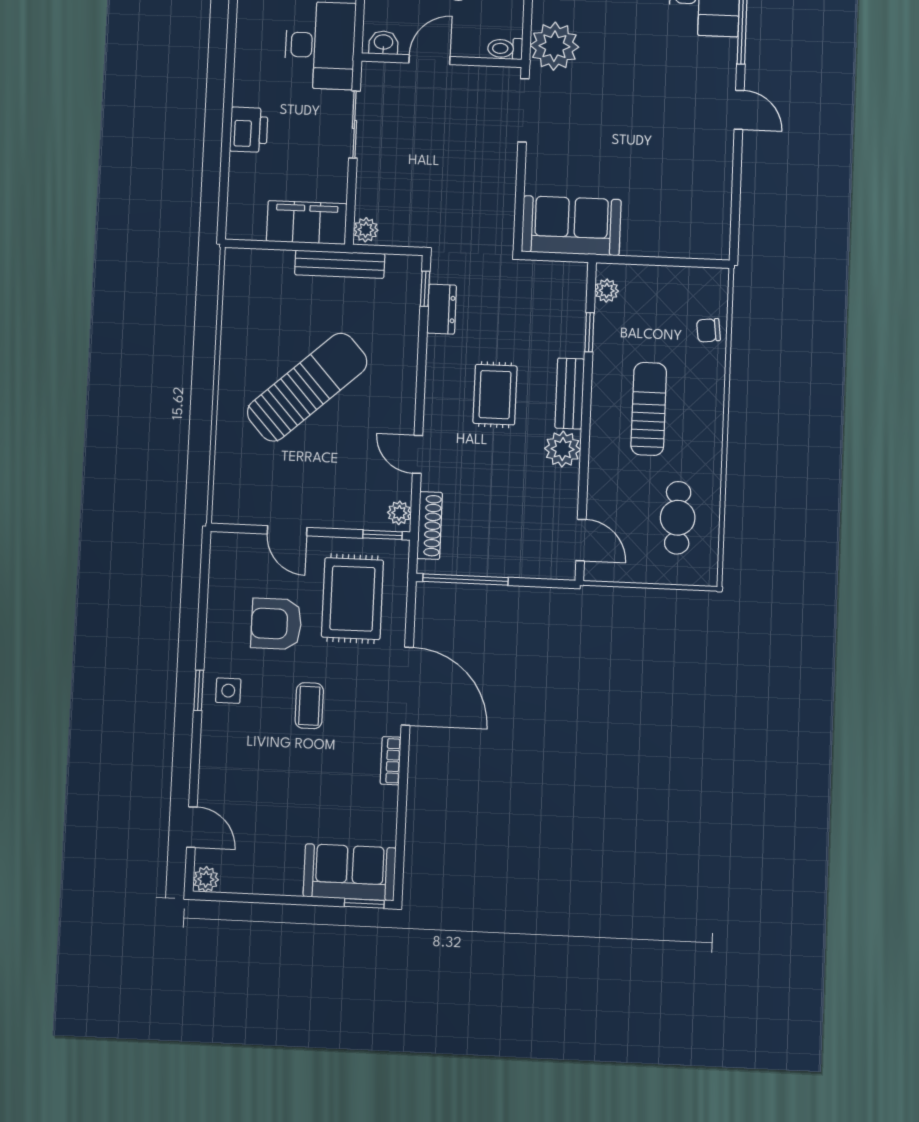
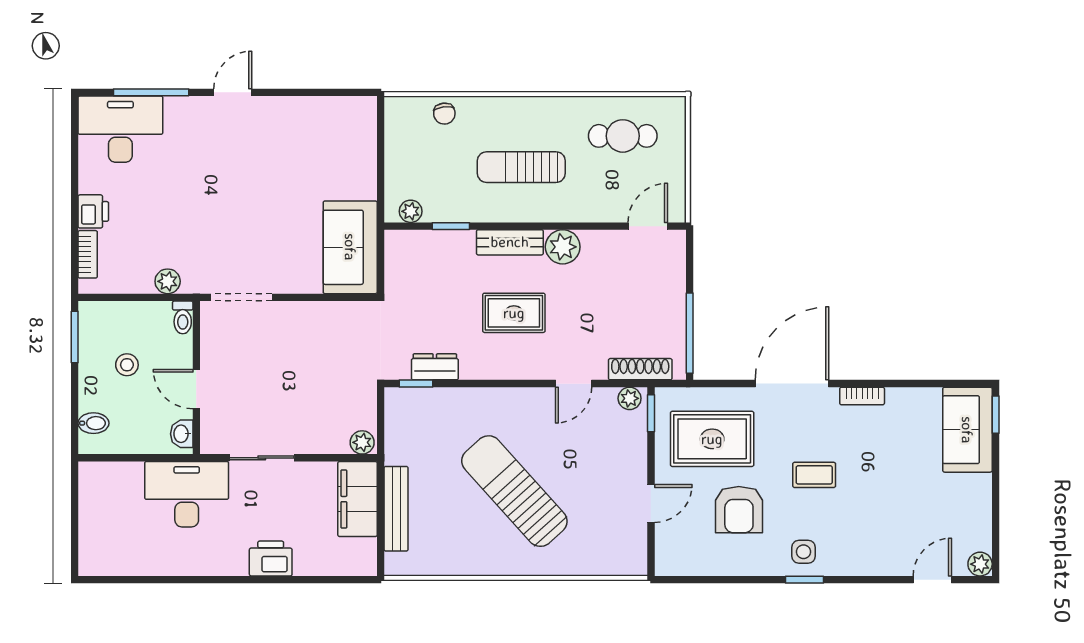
plant: (554, 46) -> (168, 281), width x0.53, depth x0.53
bench: (340, 264) -> (396, 509), moved

